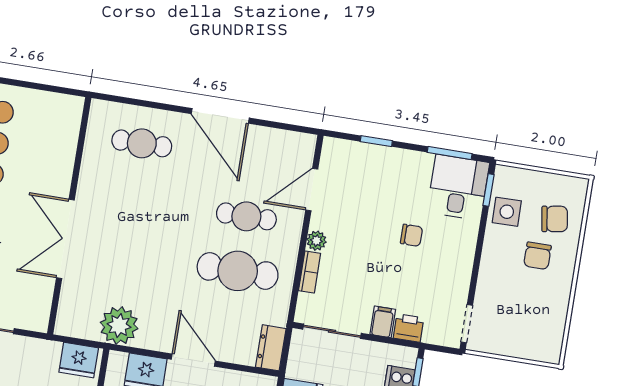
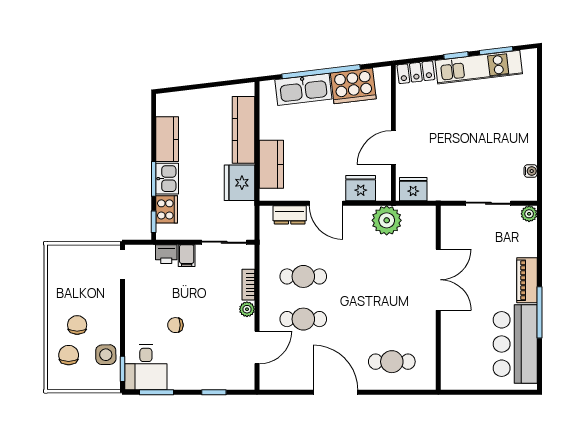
chair: (555, 219) -> (69, 355), turned 99
cafe table: (238, 271) -> (303, 276), width x0.73, depth x0.74
dresser: (271, 348) -> (290, 215), moved, turned 90

